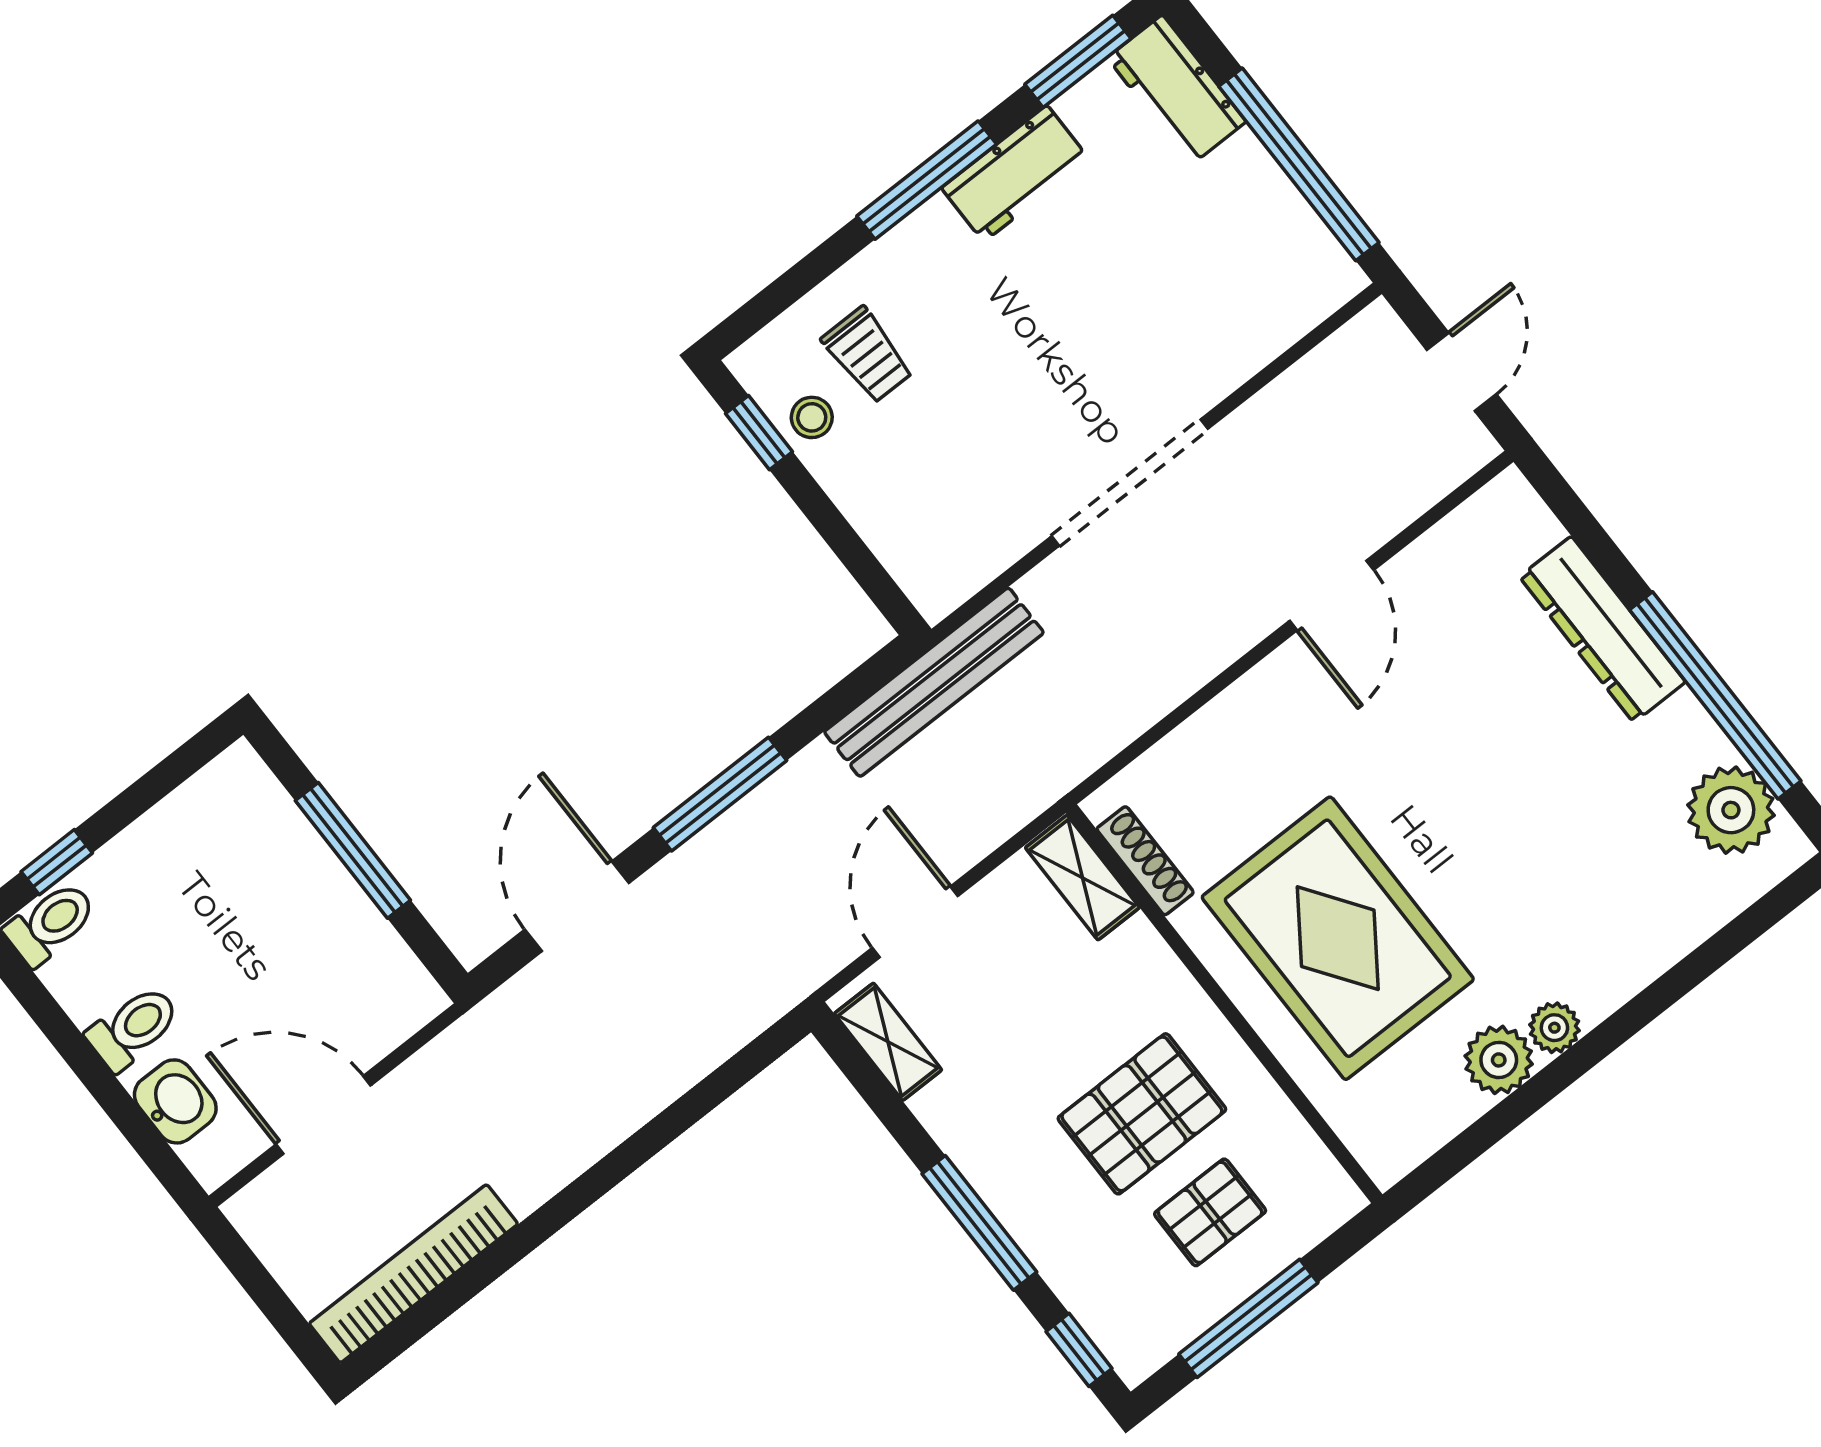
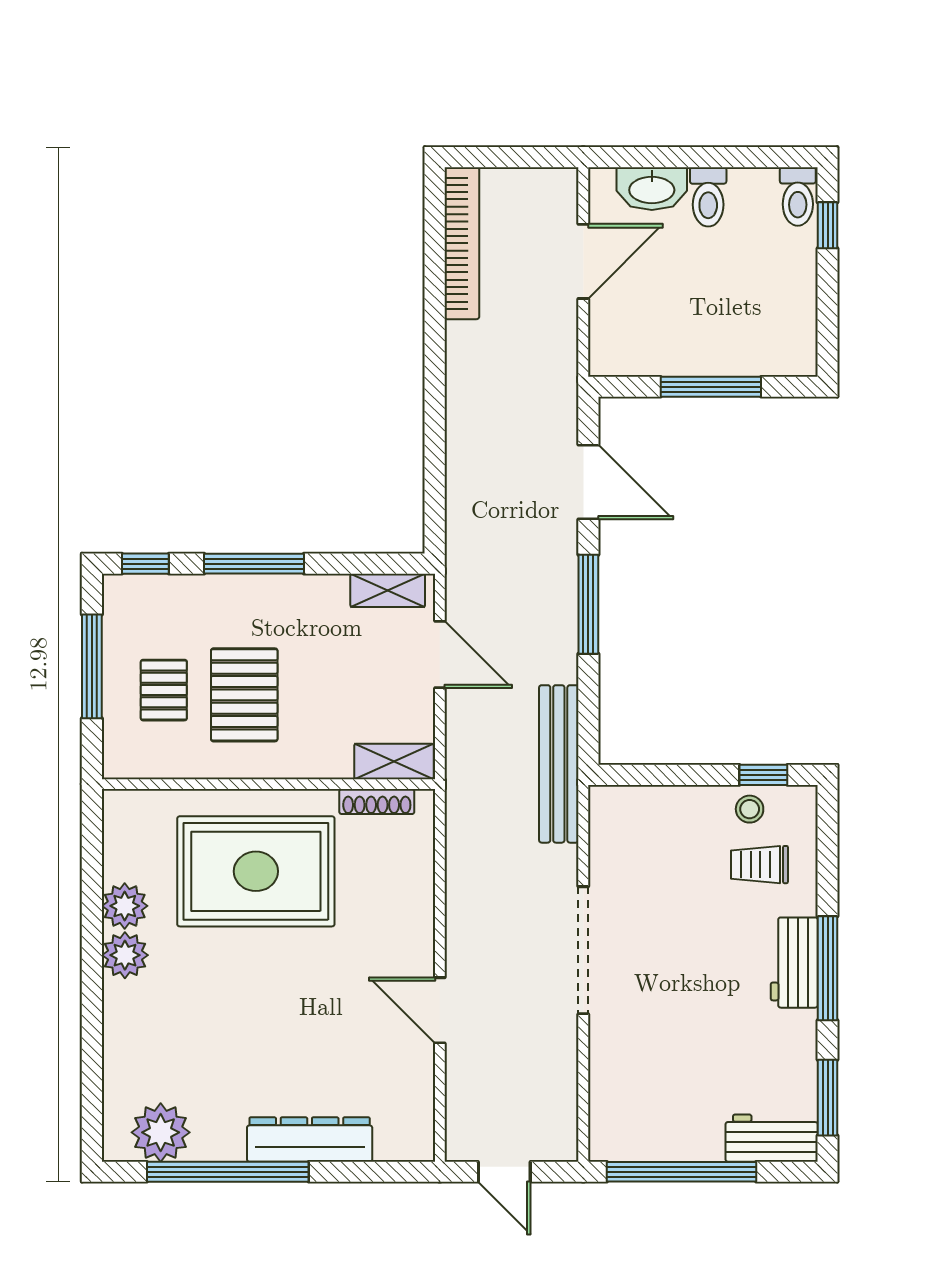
workbench: (1015, 174) -> (794, 963), moved
plant: (1554, 1028) -> (125, 955), width x1.38, depth x1.38
washbasin: (175, 1101) -> (652, 189), width x1.38

